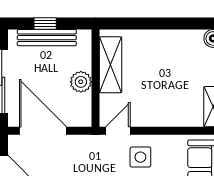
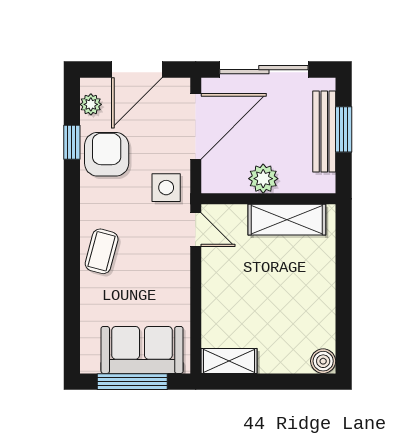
window: (45, 24) -> (344, 129), width x1.50
side table: (140, 157) -> (166, 188), moved

